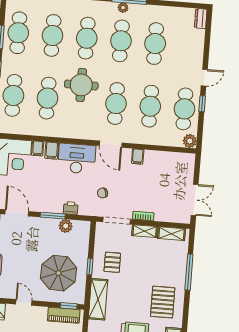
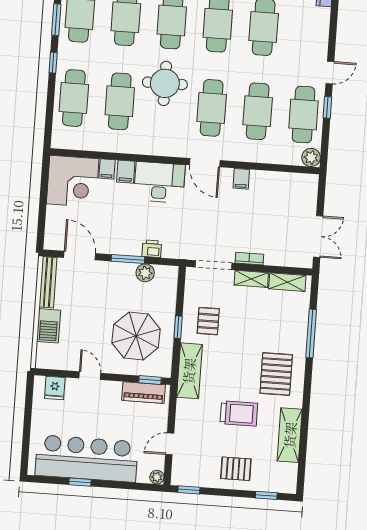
chair: (103, 193) -> (194, 228), removed

